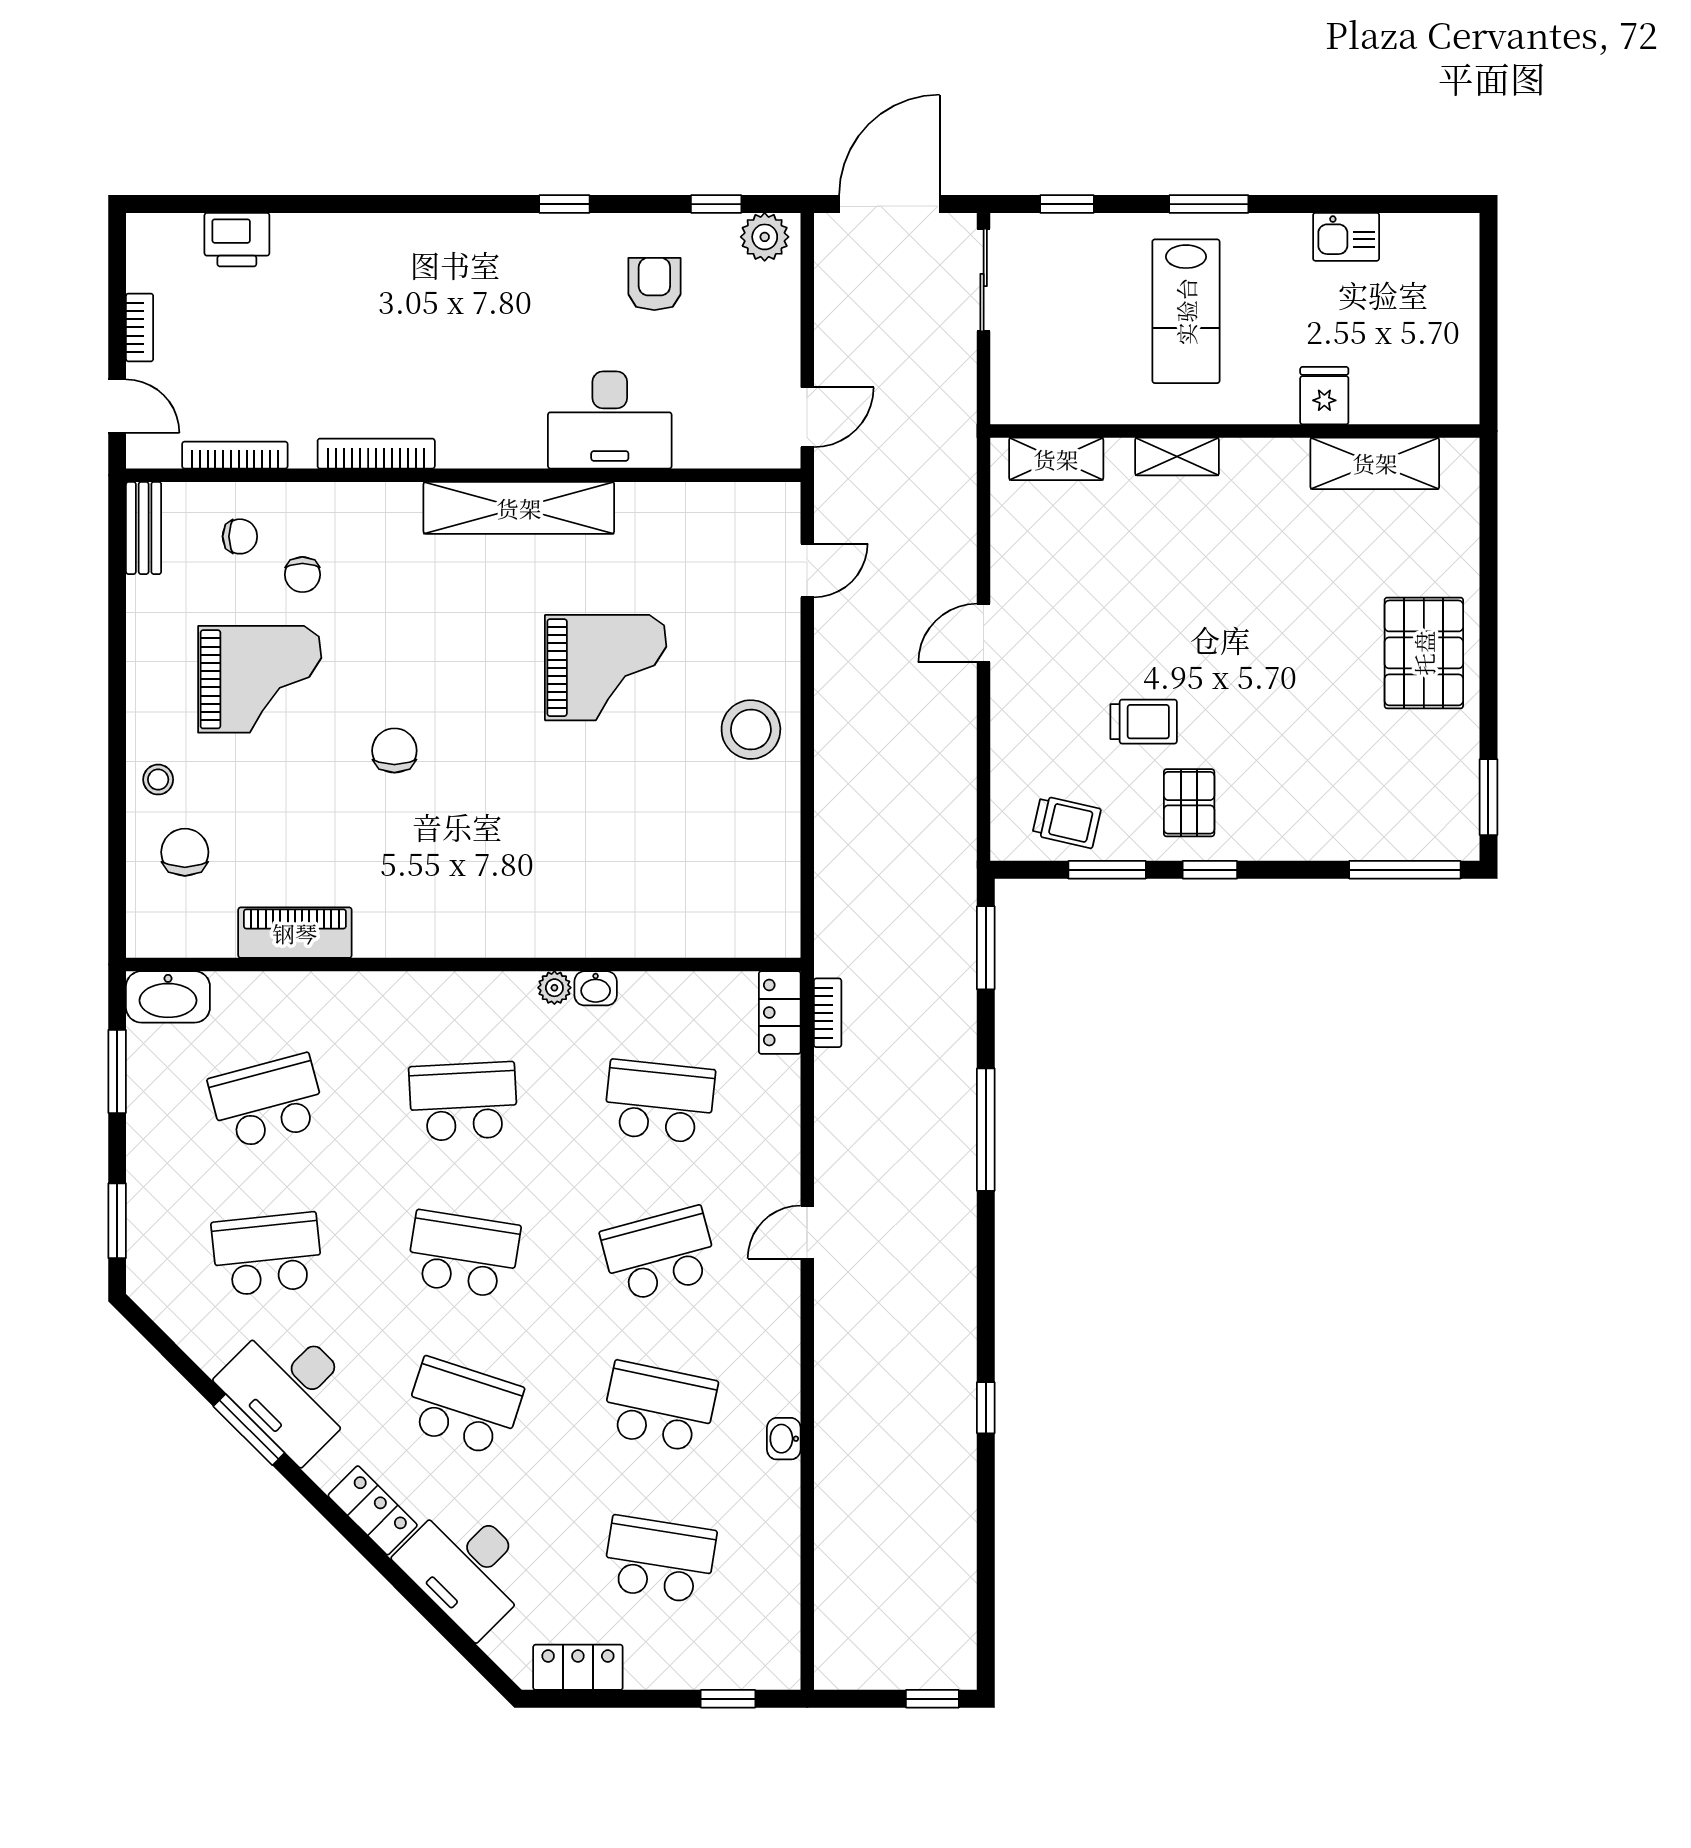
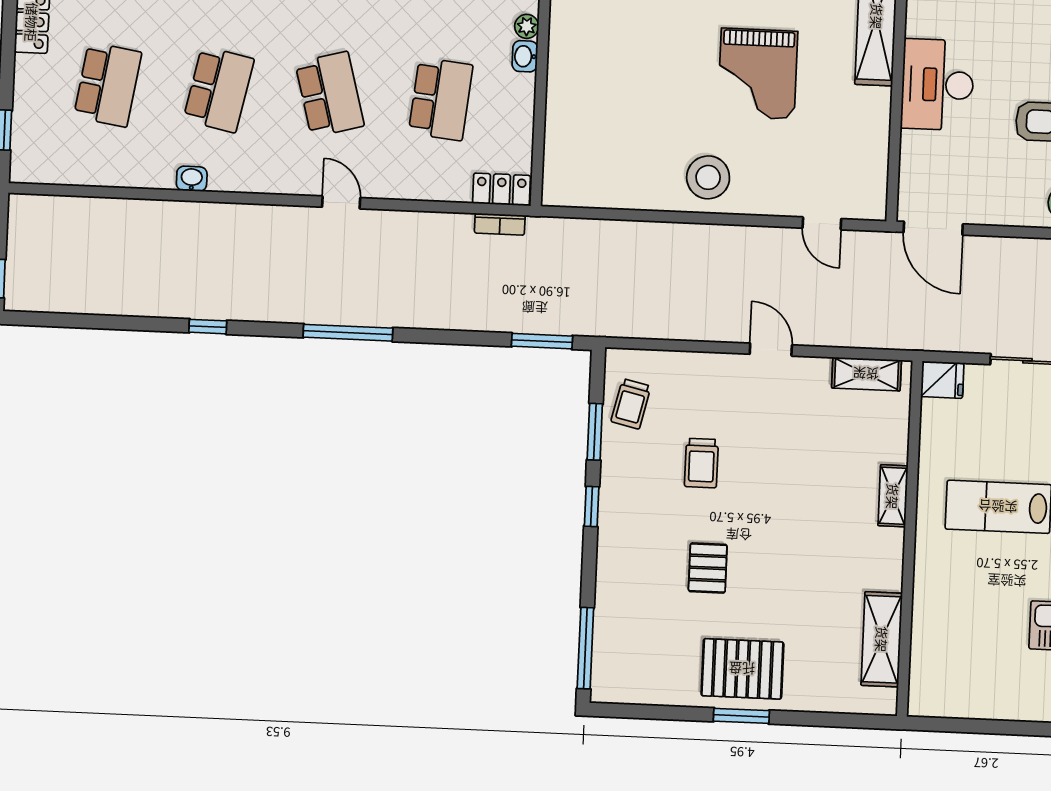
fridge: (1324, 396) -> (942, 380), moved
door: (807, 417) -> (933, 228), width x1.38
shelving: (1056, 459) -> (866, 374), moved, turned 90
window: (1488, 797) -> (741, 716), moved
pallet: (1189, 803) -> (708, 568), moved, turned 90
window: (986, 1130) -> (348, 333), moved

